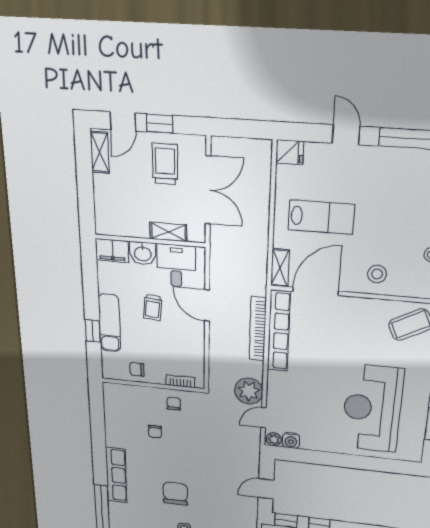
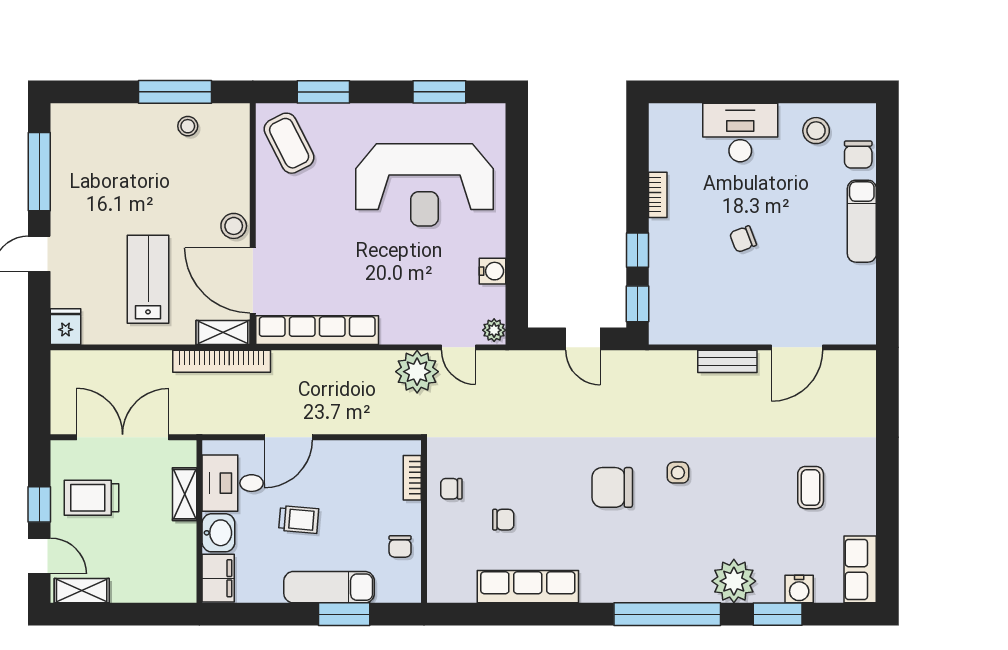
stool: (377, 274) -> (234, 226), moved
bookcase: (258, 329) -> (222, 361), moved
window: (93, 331) -> (344, 614), width x1.50
water cooler: (291, 441) -> (492, 271), moved
row of seats: (116, 475) -> (528, 587), moved

